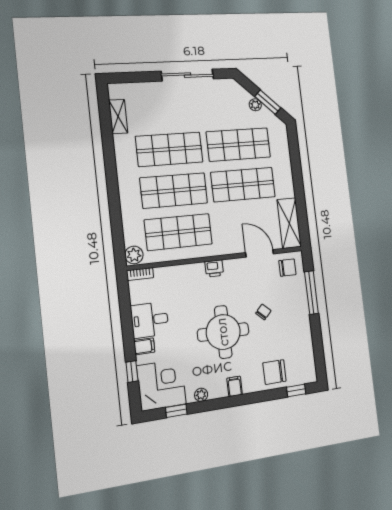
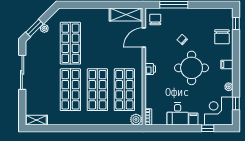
window: (268, 102) -> (34, 28), moved
shelving: (118, 117) -> (36, 120), moved
shop shelf: (243, 185) -> (97, 43), removed

